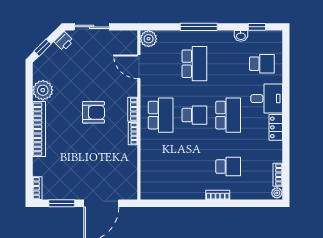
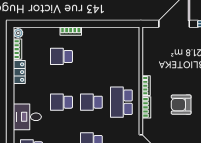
school desk: (228, 115) -> (61, 102), width x0.54
locker: (276, 127) -> (19, 72), moved

